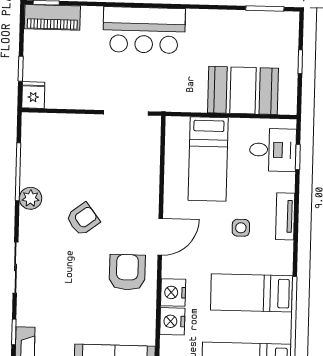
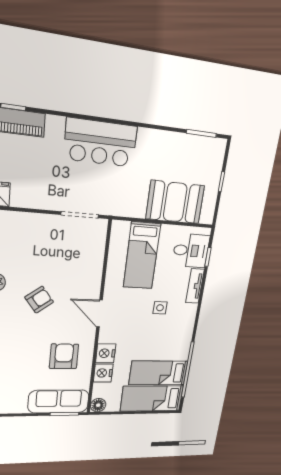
tv unit: (285, 216) -> (195, 286), moved
door: (160, 237) -> (100, 314), swing flipped
armchair: (127, 272) -> (64, 356), moved
bed: (252, 293) -> (158, 373), moved

